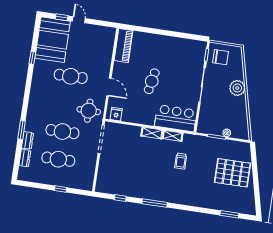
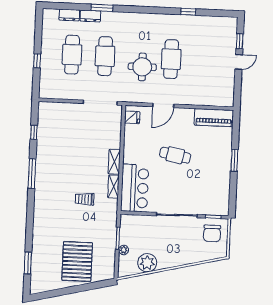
window: (161, 32) -> (234, 160), added
booth: (53, 40) -> (212, 33), removed
plant: (237, 88) -> (147, 263), moved
round table: (89, 111) -> (142, 67), moved

